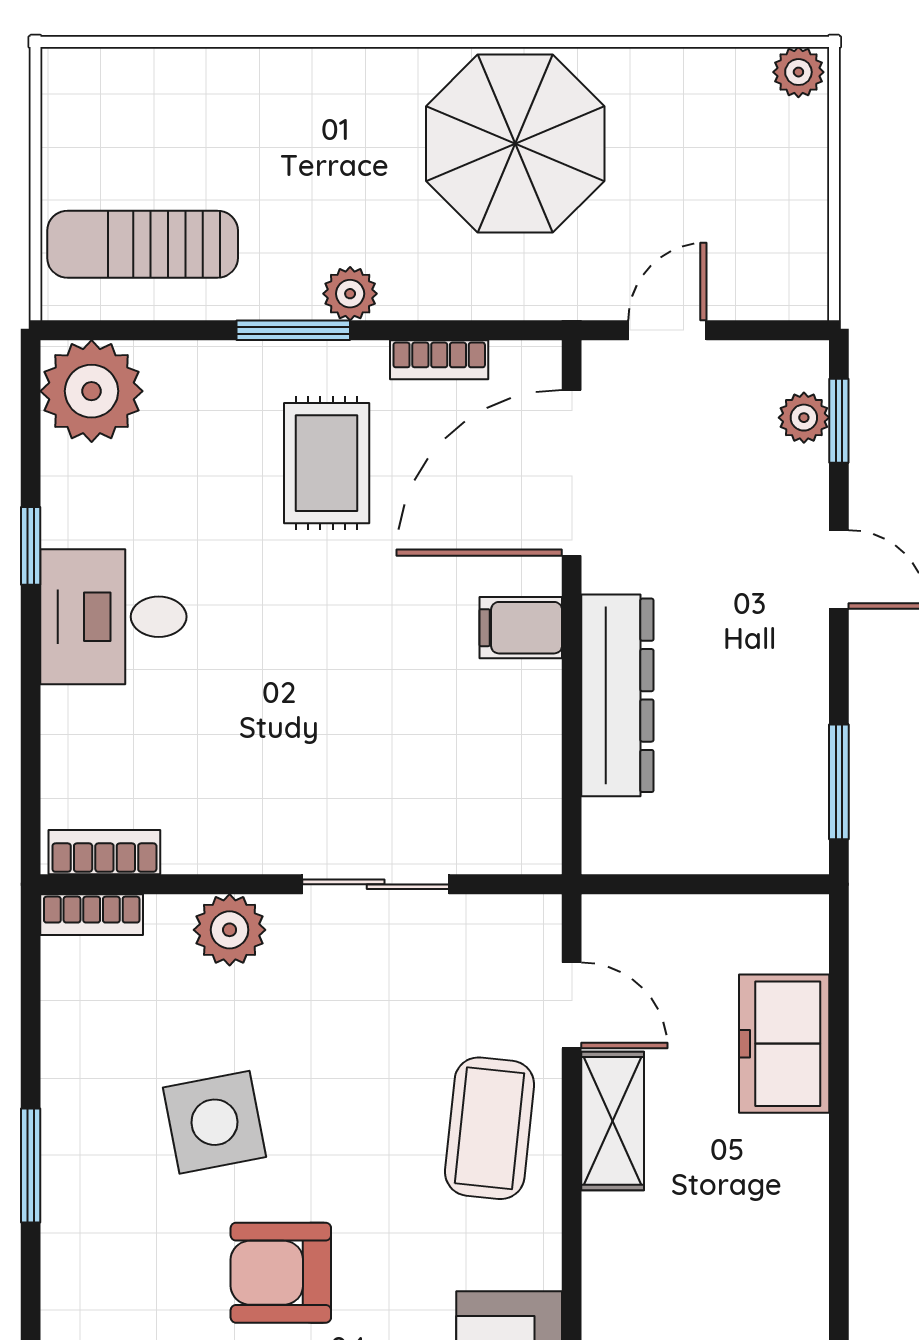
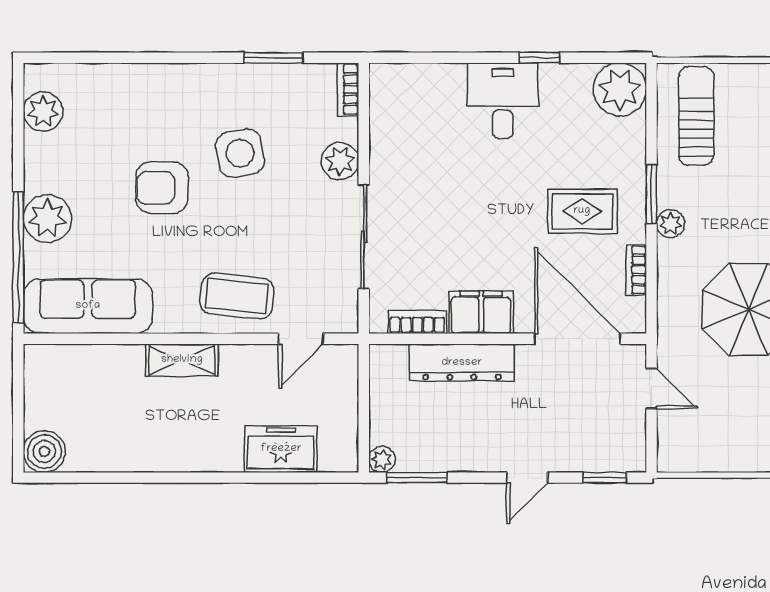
plant: (804, 418) -> (382, 459), moved
filing cabinet: (521, 628) -> (481, 312), width x2.00
bookcase: (104, 852) -> (417, 322), moved, turned -90
sliding door: (376, 884) -> (364, 237), width x1.37
shelving: (613, 1121) -> (182, 360), moved
window: (31, 1166) -> (273, 58), moved
armchair: (281, 1273) -> (162, 188), turned -90

